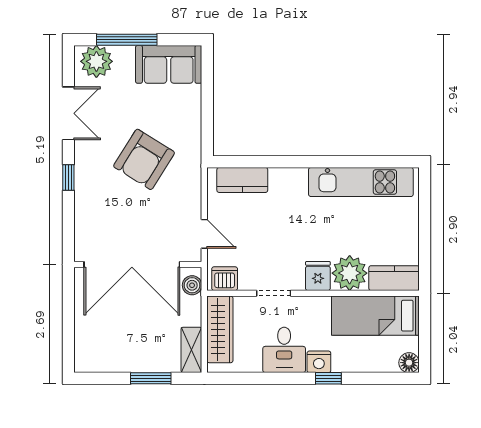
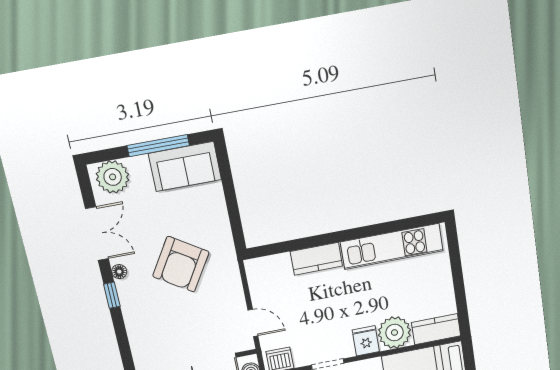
window: (127, 40) -> (158, 146), moved
floor lamp: (81, 155) -> (119, 272), added
kitchen counter: (242, 180) -> (316, 259), moved

